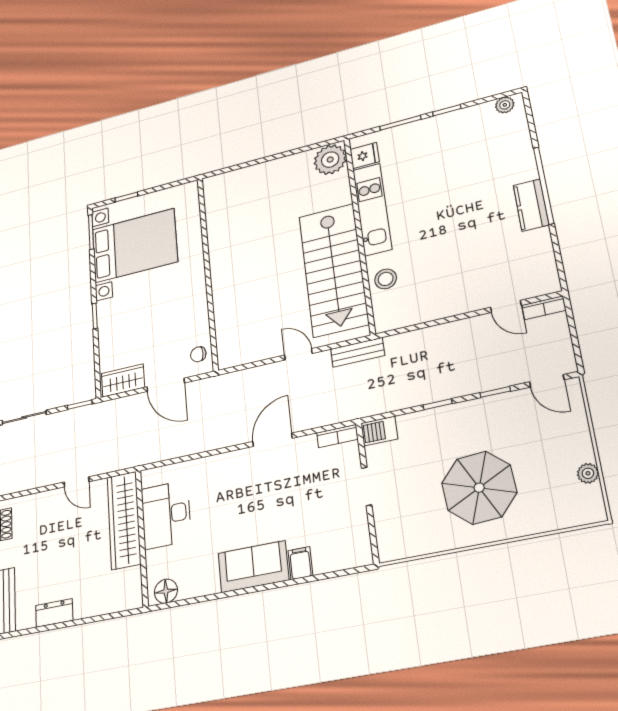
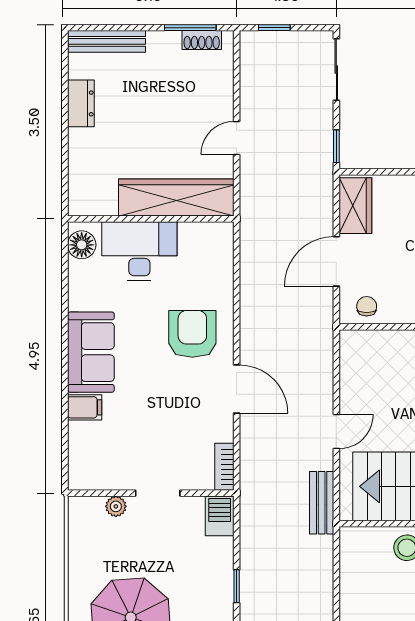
armchair: (231, 485) -> (192, 334), added
desk: (166, 515) -> (139, 251), moved
plant: (383, 520) -> (116, 506), added

